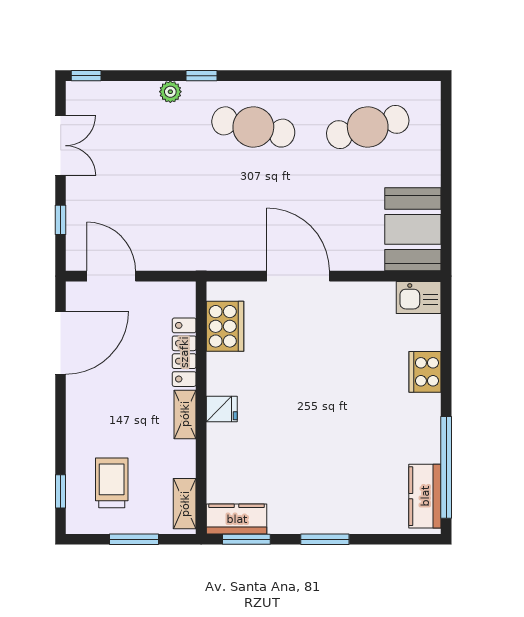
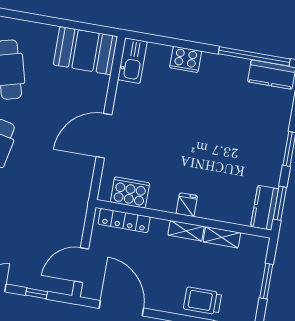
kitchen sink: (419, 297) -> (132, 61), width x1.38
locker: (184, 352) -> (124, 221), moved
trolley: (112, 483) -> (203, 301), moved
shelving: (185, 504) -> (222, 237), moved

